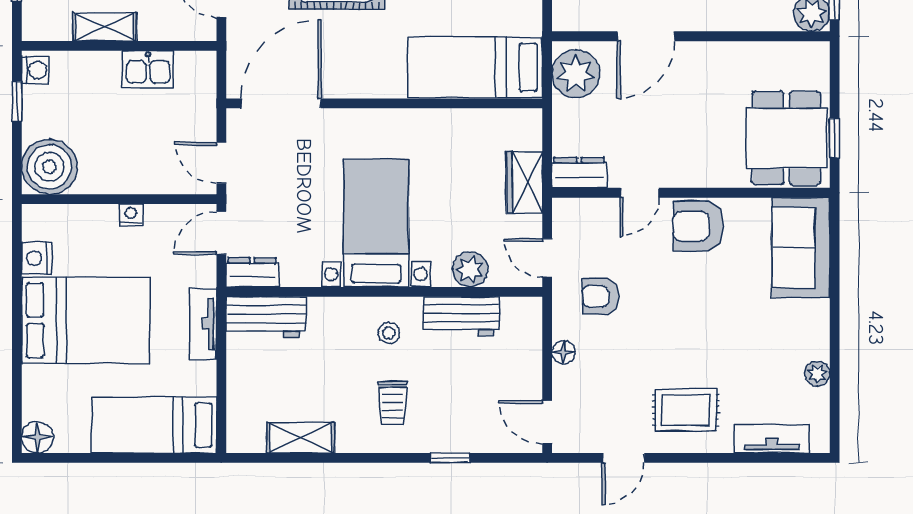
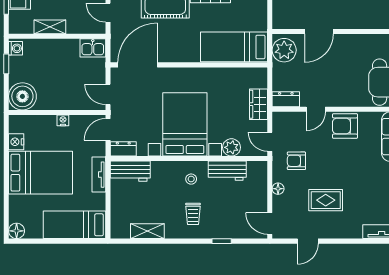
kitchen sink: (148, 69) -> (93, 48), moved
bed with nightstands: (376, 223) -> (185, 124), width x1.36
rug: (686, 410) -> (326, 200), moved

